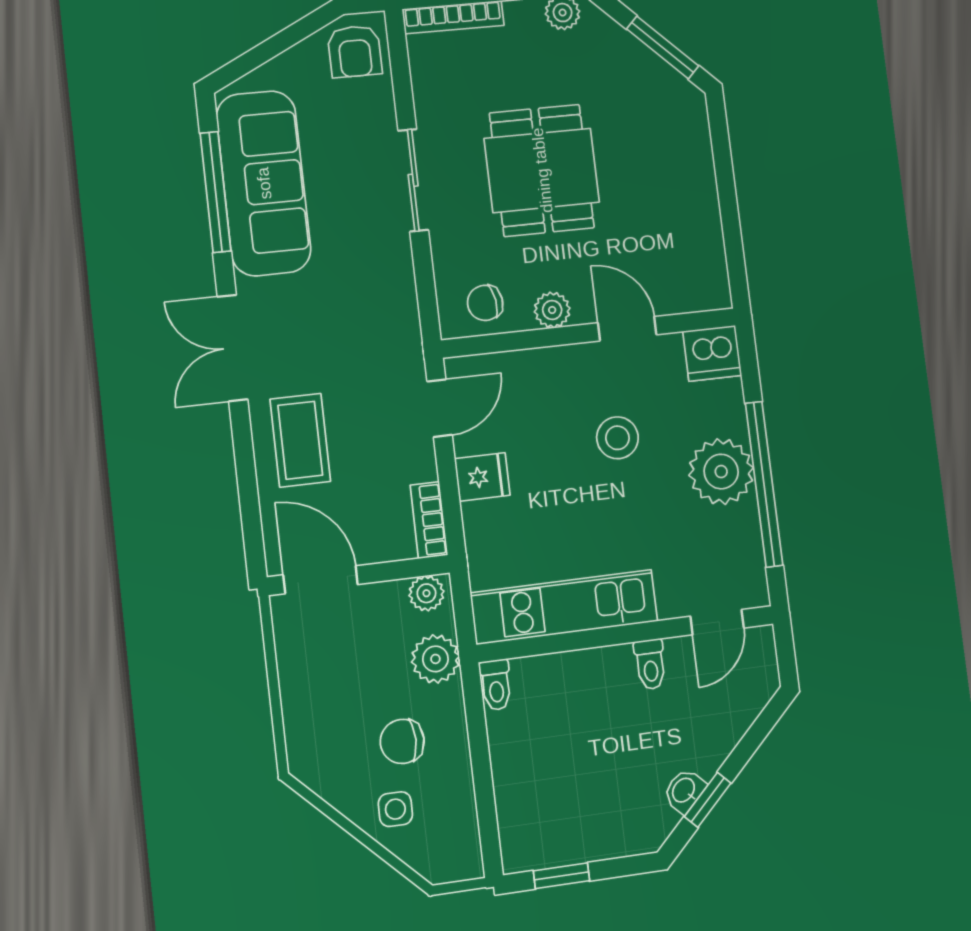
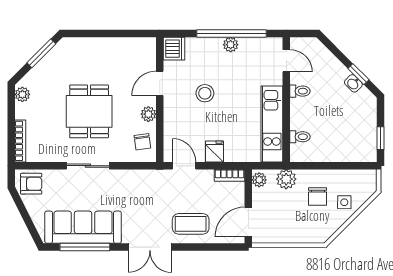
dining table: (542, 170) -> (89, 111), turned 90
plant: (721, 472) -> (231, 45), width x0.53, depth x0.53
toilet: (496, 685) -> (300, 137), moved

